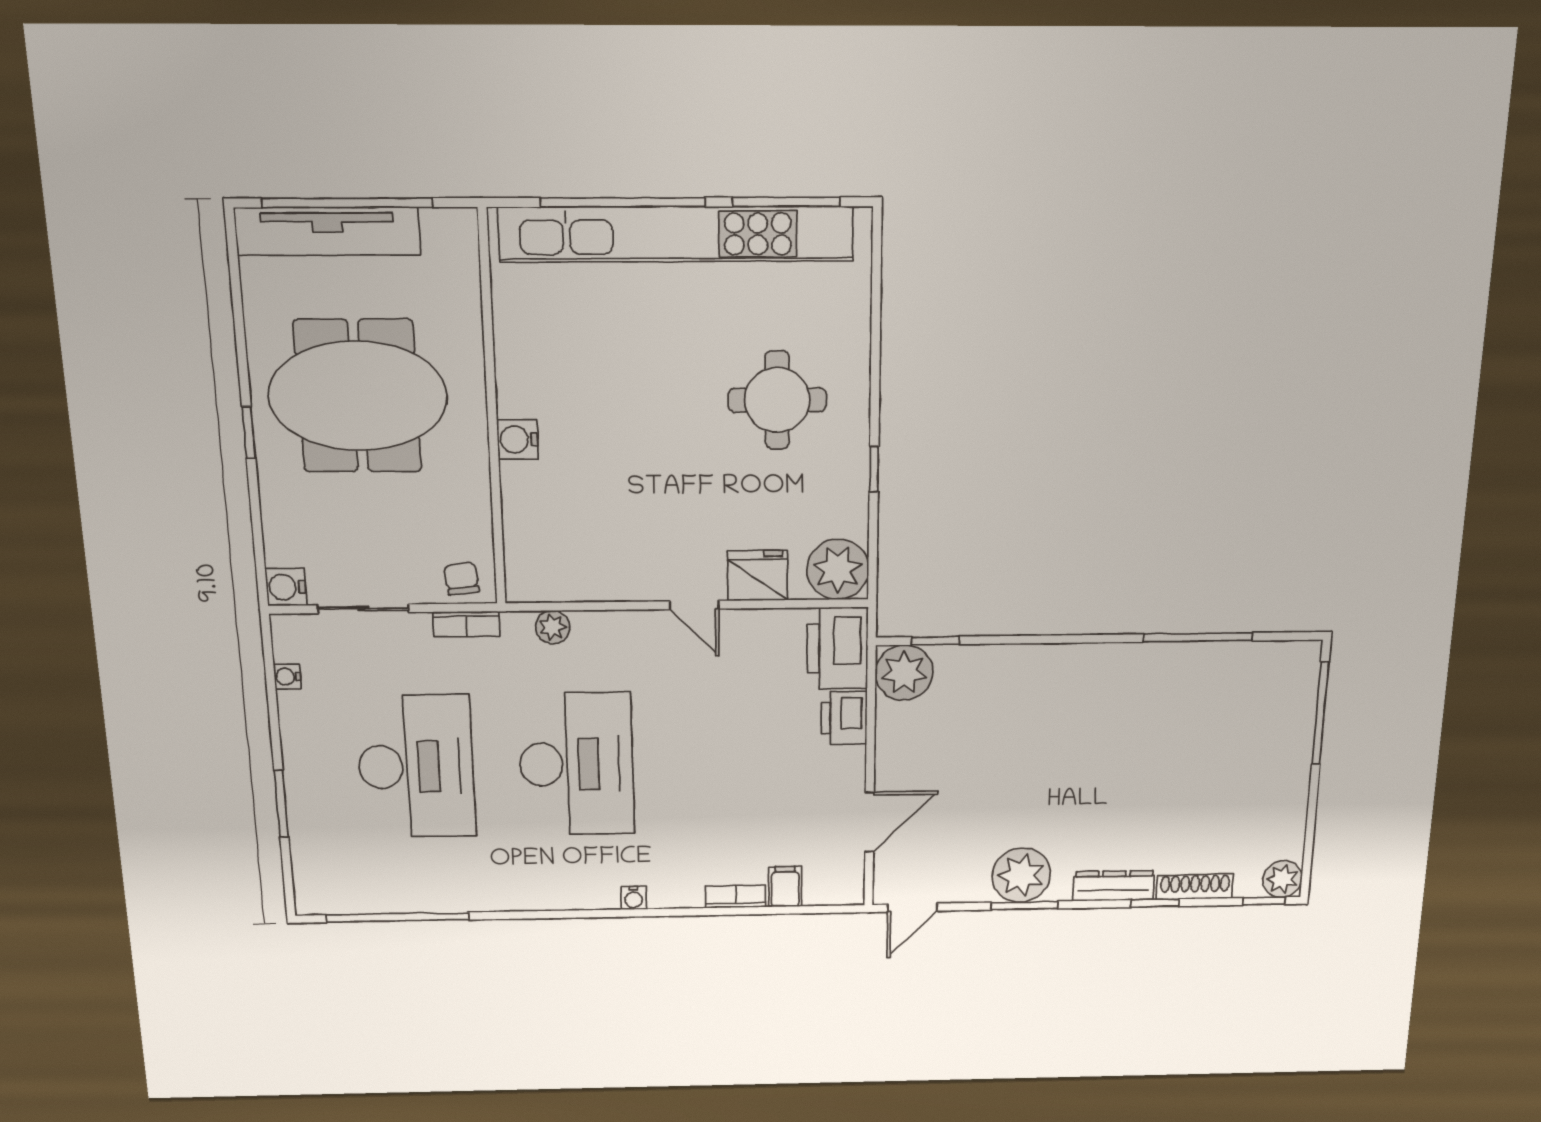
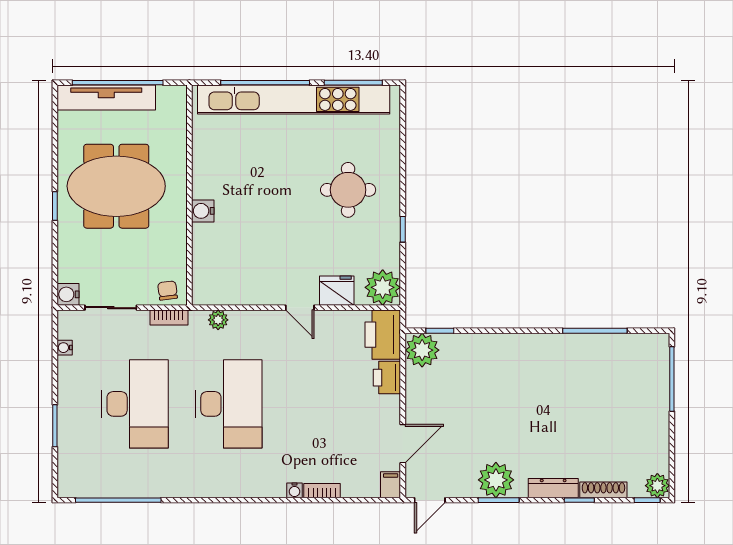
filing cabinet: (785, 887) -> (391, 485), moved
water cooler: (634, 898) -> (295, 490), moved

